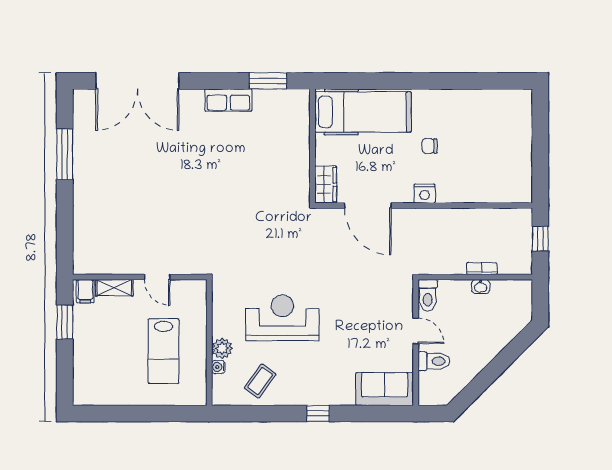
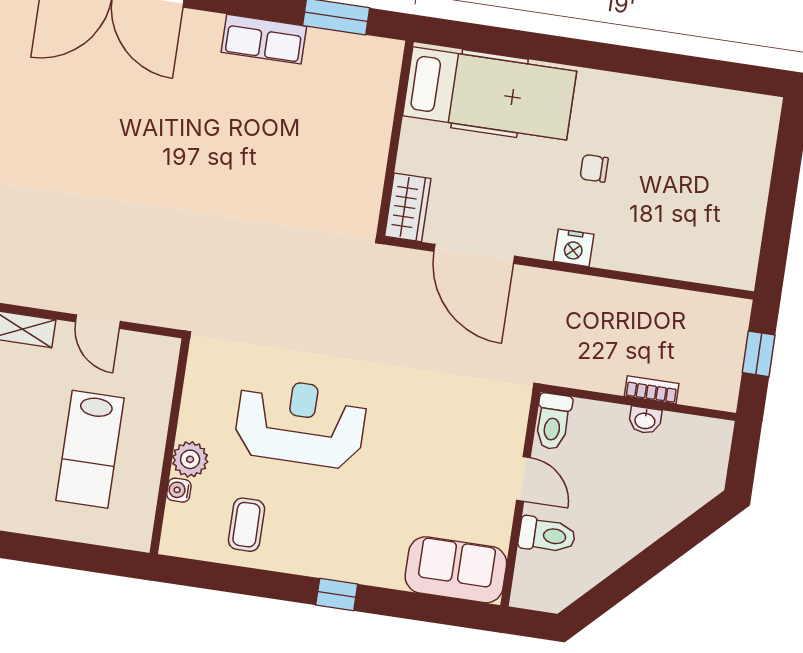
coffee table: (260, 381) -> (246, 525), turned -36

